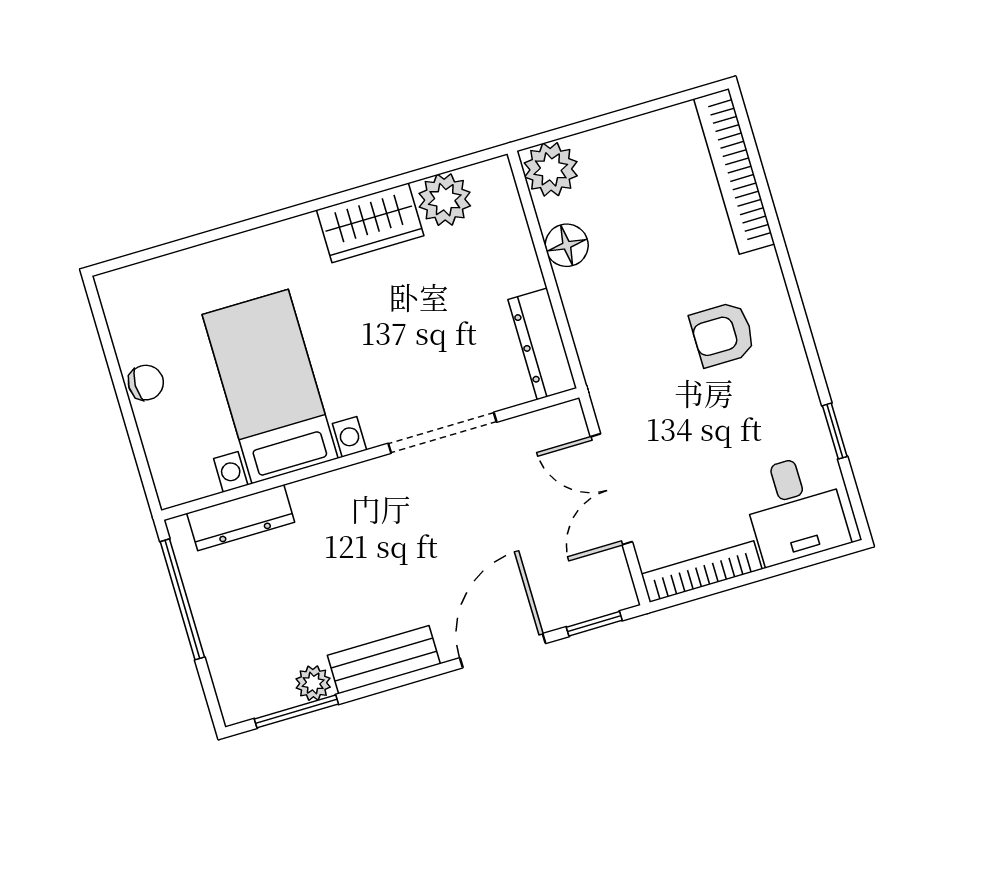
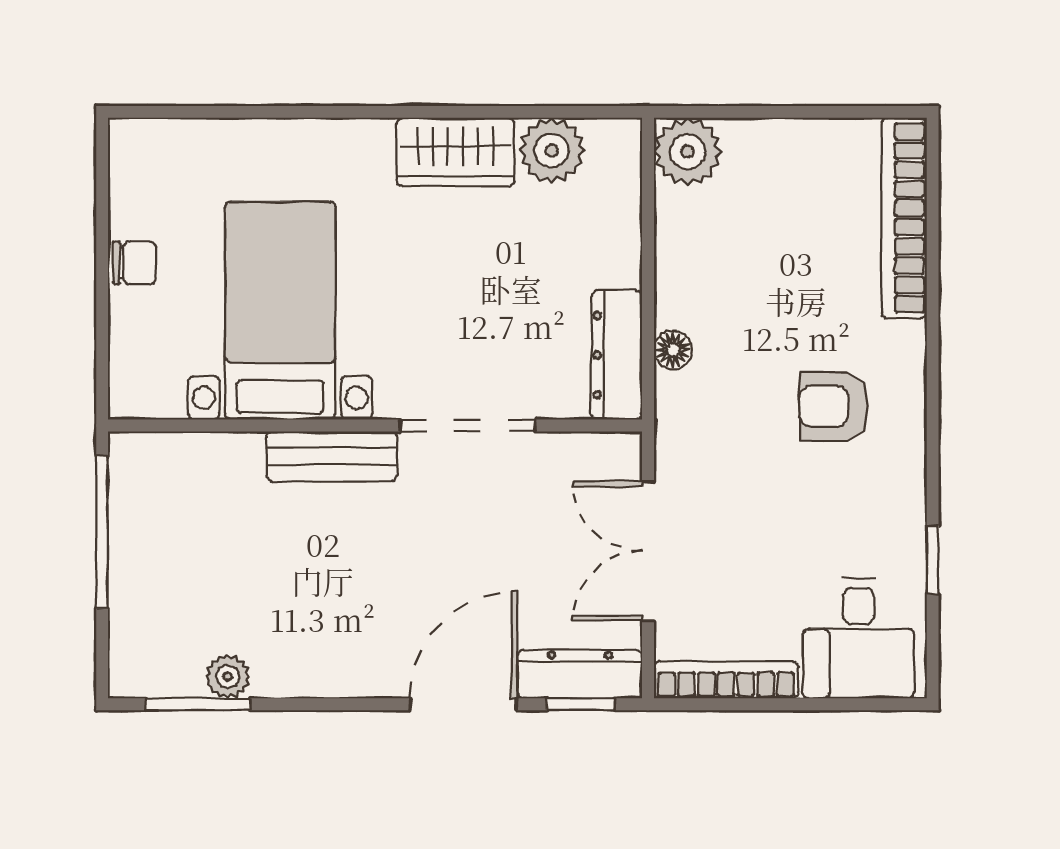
floor lamp: (567, 245) -> (673, 350), moved, width x0.73, depth x0.73
dresser: (241, 518) -> (580, 674), moved, turned 180
bench: (384, 660) -> (332, 456), moved

